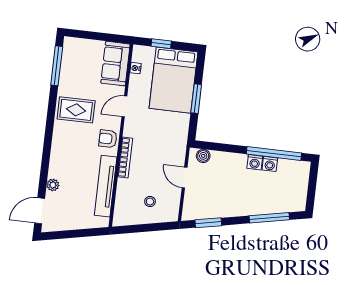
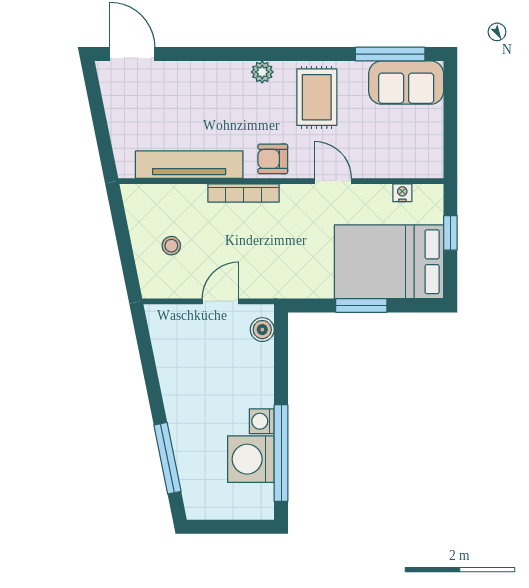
sofa: (115, 64) -> (406, 83), moved, turned 180
armchair: (108, 139) -> (273, 159), turned -90
washing machine: (270, 164) -> (251, 459), width x1.89, depth x1.89
plant: (53, 185) -> (262, 72), moved
window: (208, 223) -> (146, 352), removed

